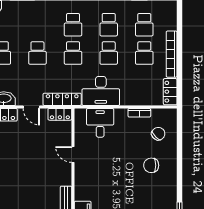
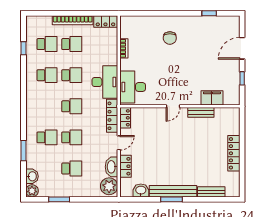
school desk: (73, 25) -> (47, 137), moved
desk: (100, 123) -> (133, 87), width x1.37
chair: (158, 134) -> (142, 32), removed
door: (73, 155) -> (173, 106), moved

